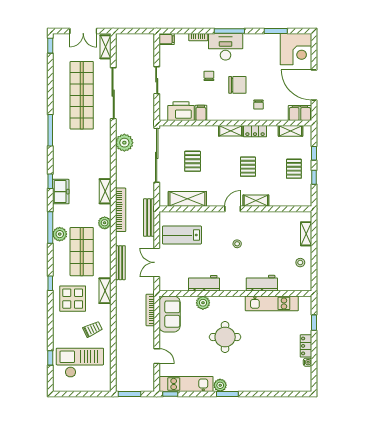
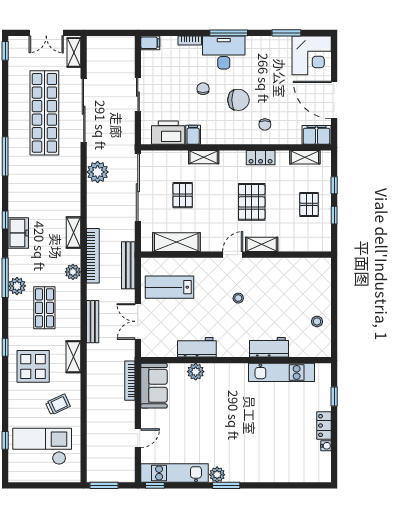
shelving: (231, 131) -> (204, 157), moved
pallet: (248, 167) -> (252, 202), width x1.50, depth x1.42
shelving: (306, 234) -> (324, 286), removed
shop shelf: (82, 252) -> (44, 308), width x0.70, depth x0.74
round table: (225, 337) -> (223, 414), removed
door: (157, 356) -> (138, 438), hinge flipped

